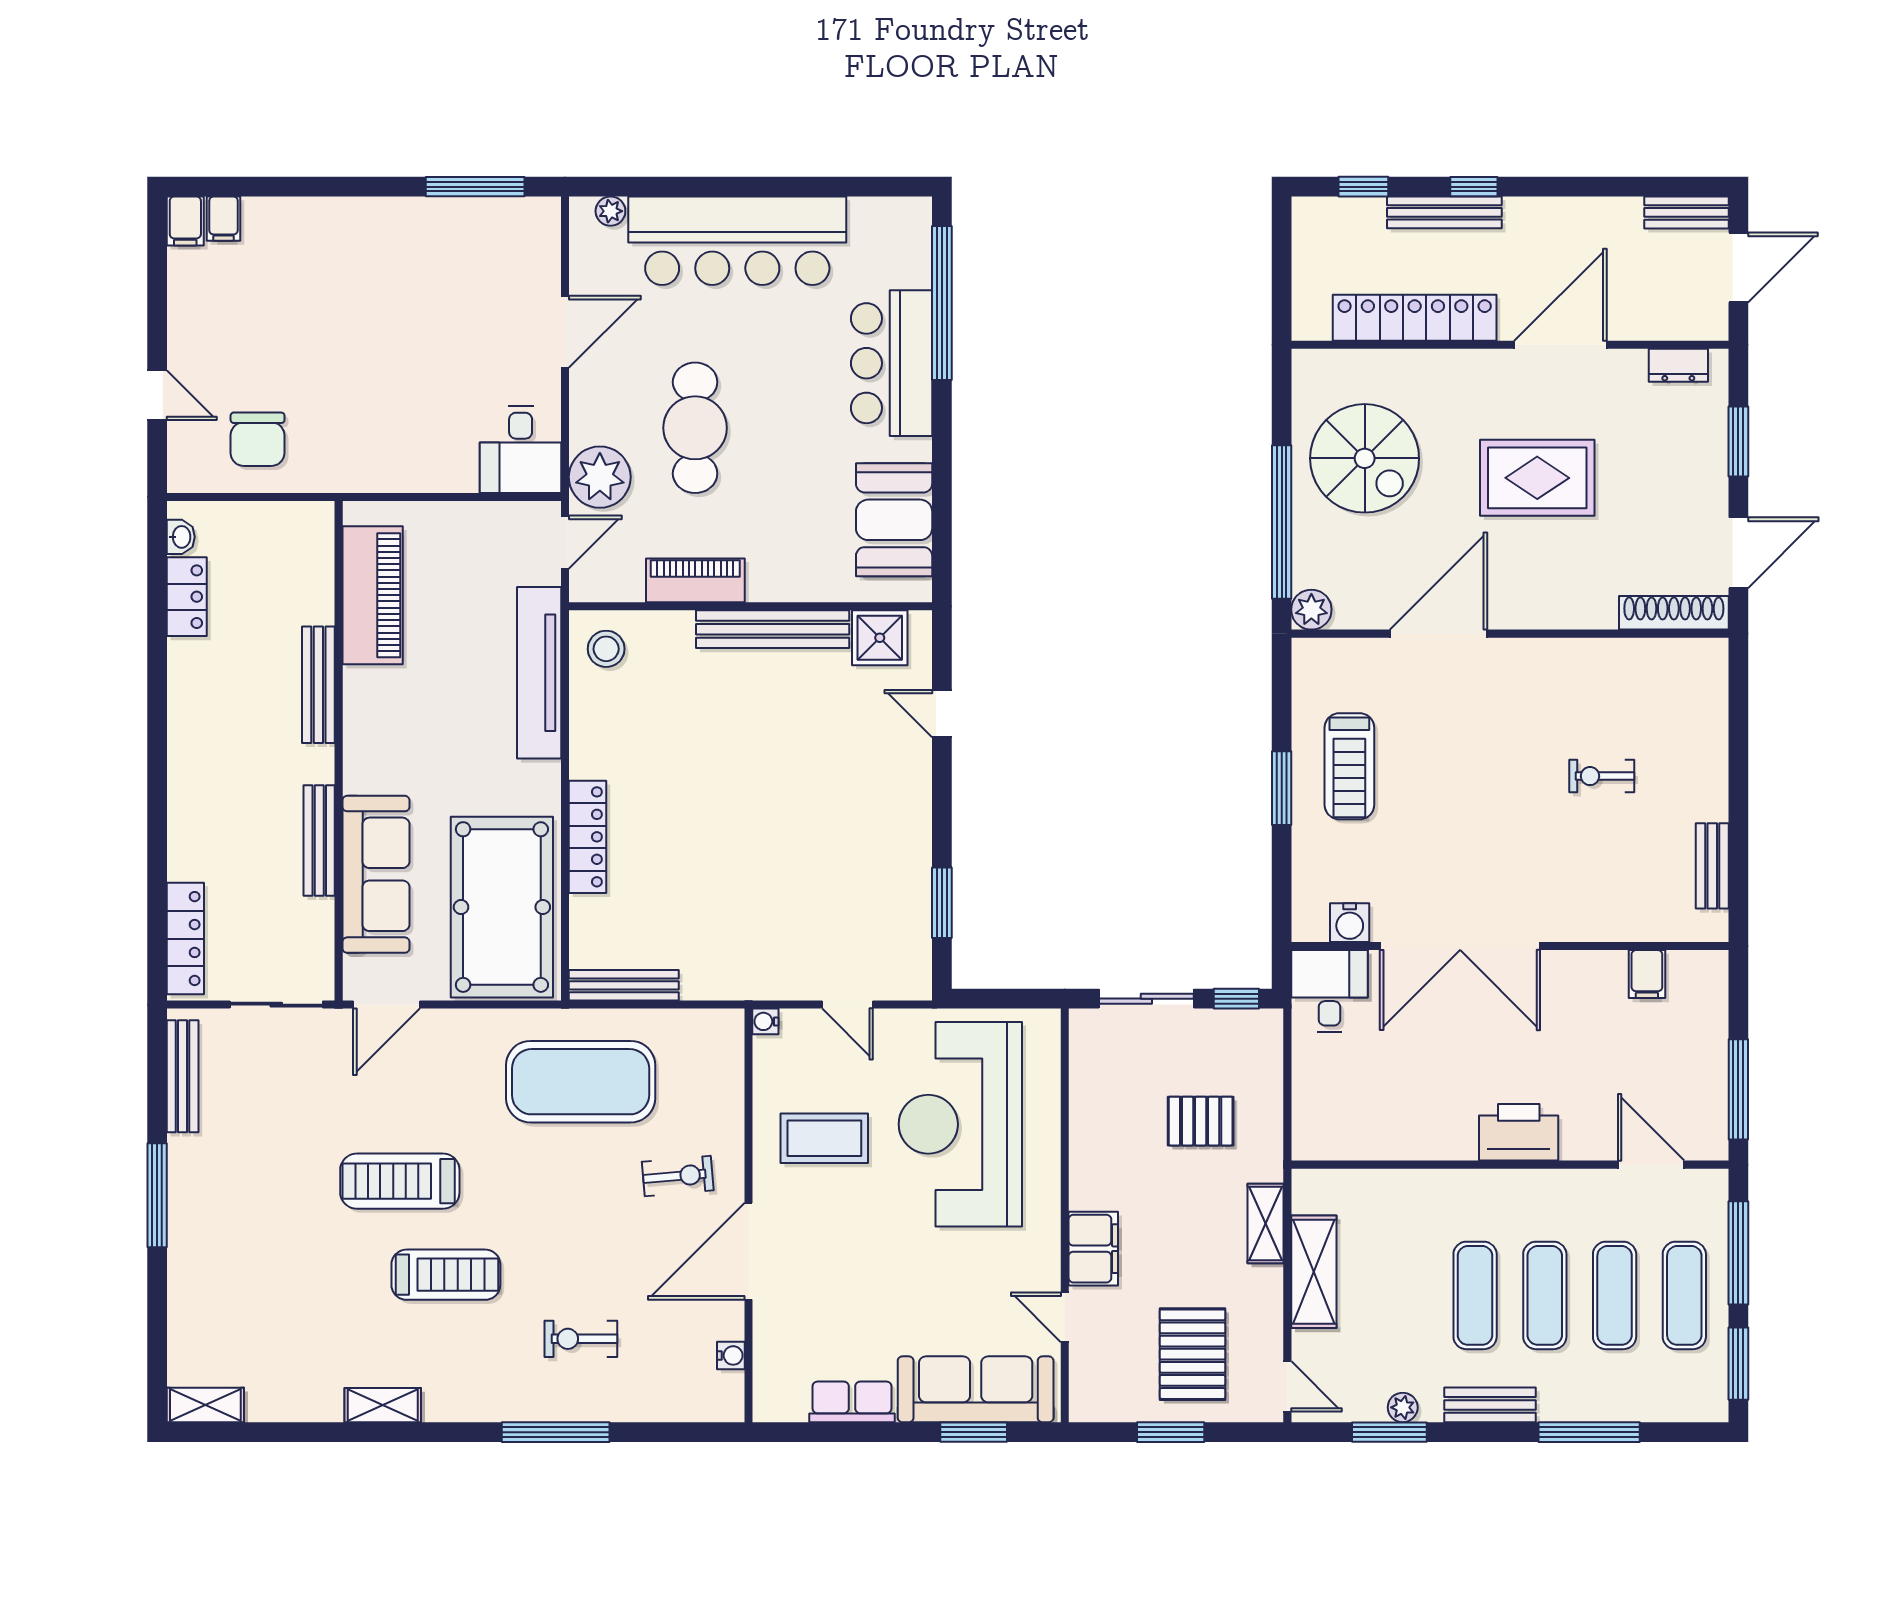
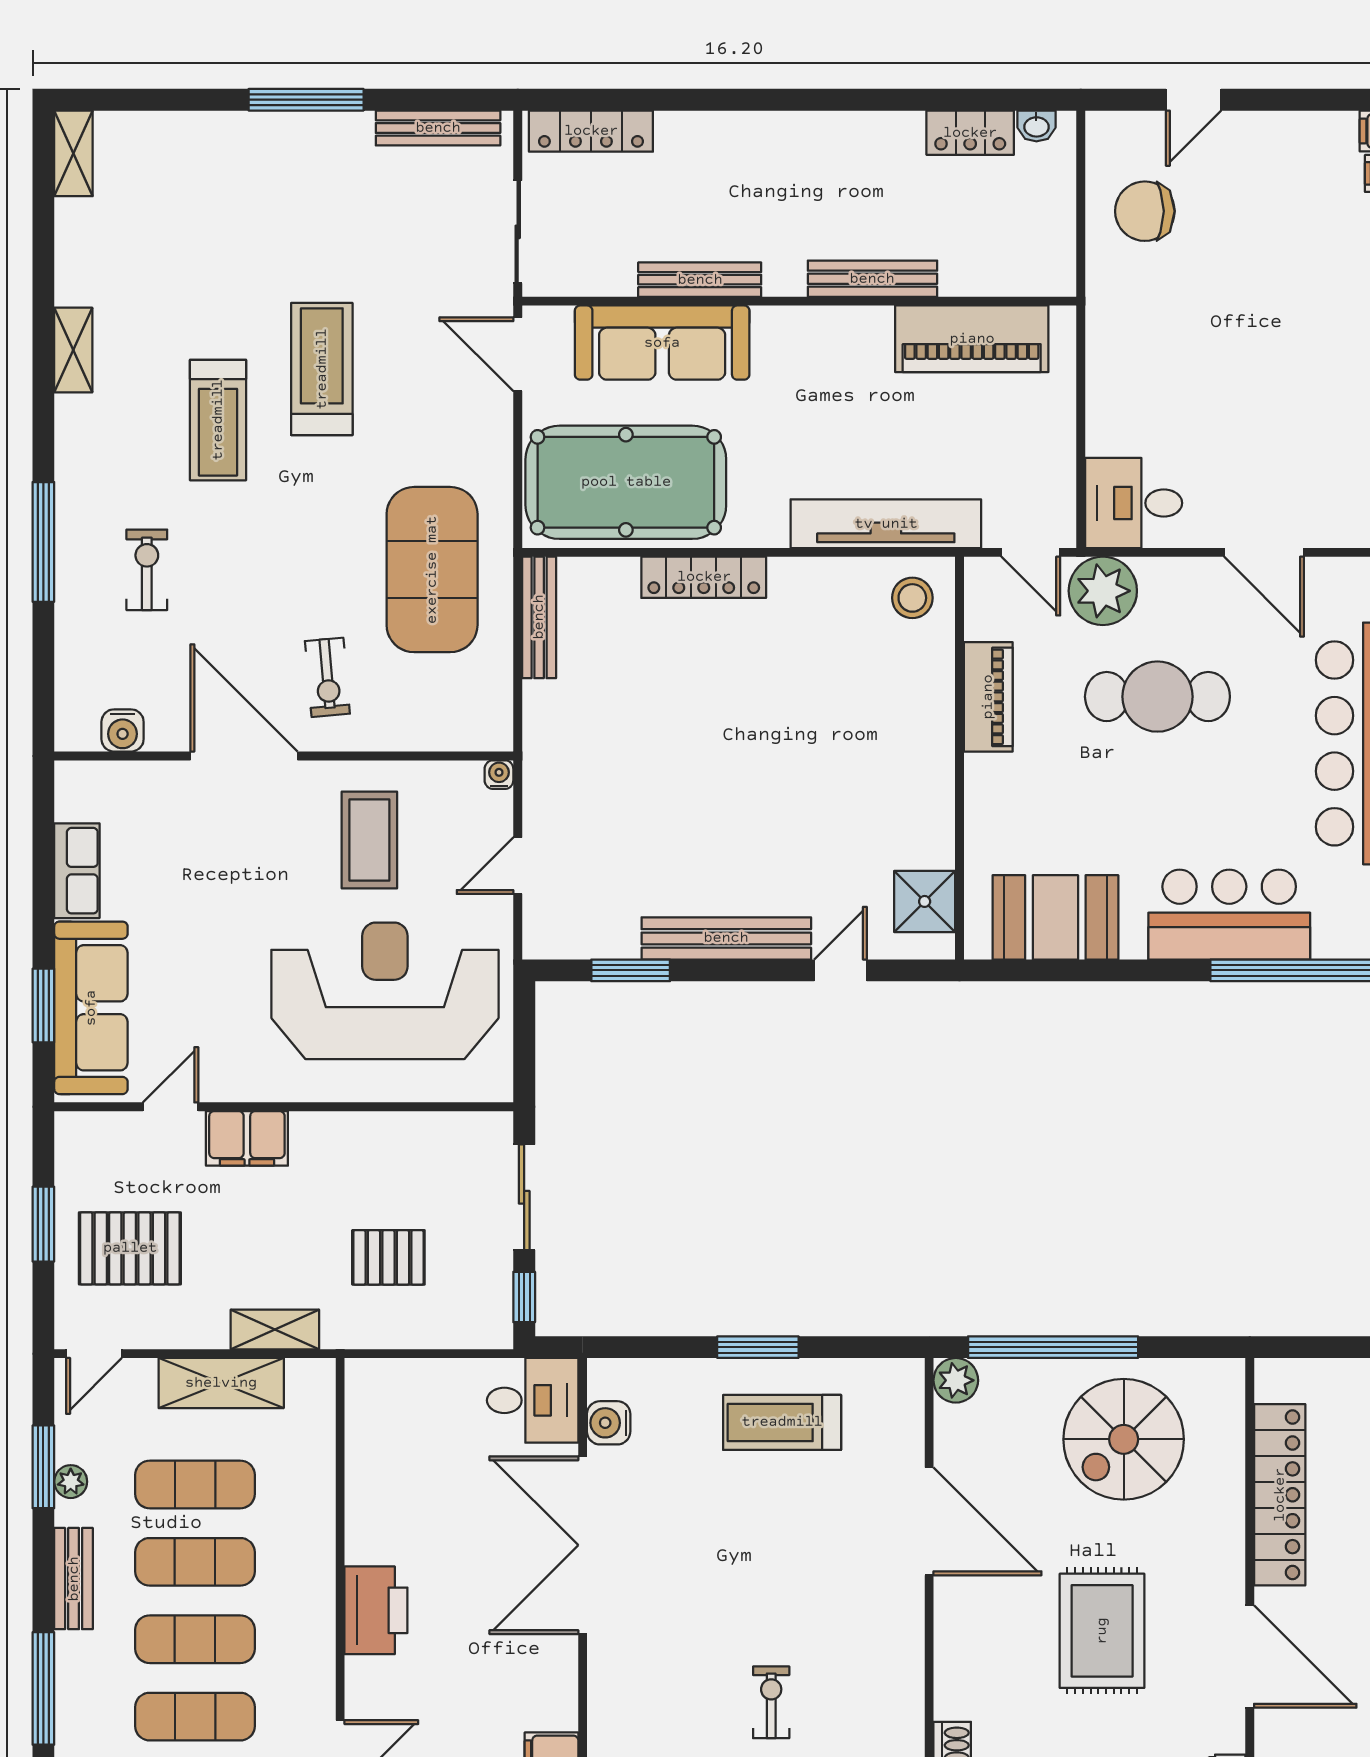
bench: (773, 629) -> (726, 938), moved, turned 90
pallet: (1201, 1121) -> (388, 1257), turned 90
exercise mat: (1405, 1295) -> (195, 1484), added
water cooler: (731, 1355) -> (123, 730), width x1.38, depth x1.38

